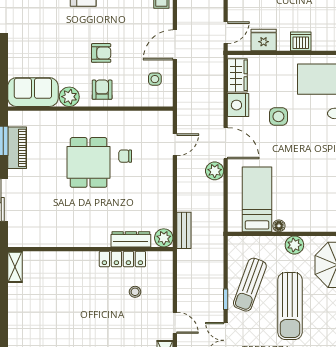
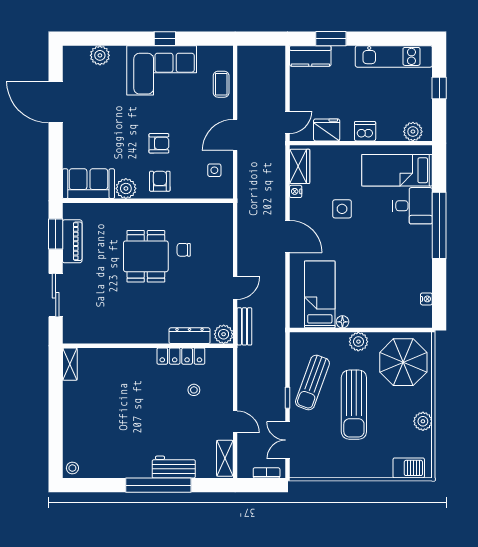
nightstand: (238, 105) -> (296, 191), width x0.53, depth x0.56
door: (175, 145) -> (235, 288), moved
plant: (215, 171) -> (276, 265), removed

